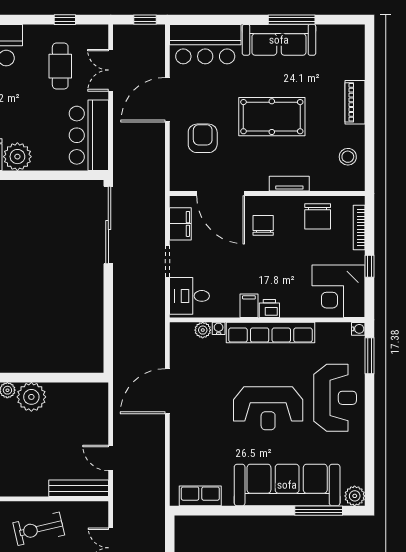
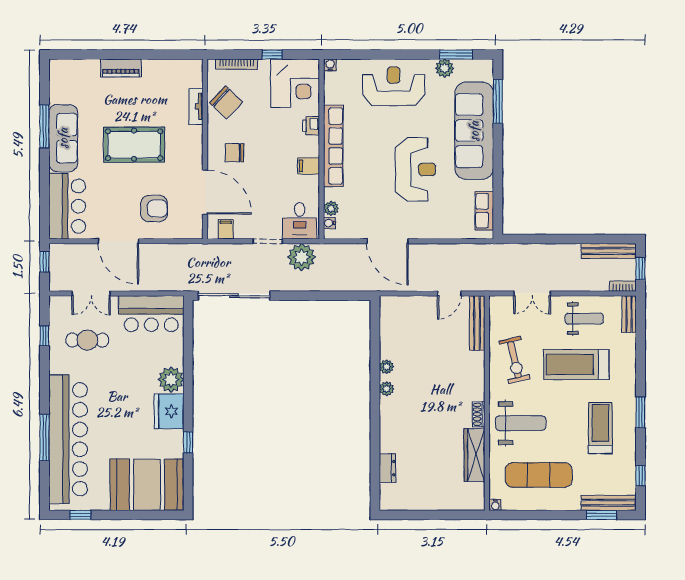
pool table: (272, 117) -> (134, 145), turned 90
armchair: (203, 138) -> (154, 209), turned 180
stool: (348, 157) -> (171, 75), removed
tv unit: (289, 184) -> (196, 106), moved
door: (221, 193) -> (205, 192), hinge flipped
chair: (318, 216) -> (226, 102), turned 43
filing cabinet: (180, 224) -> (226, 229), width x0.50
plant: (150, 298) -> (302, 257), added
printer: (269, 308) -> (311, 126), moved
water cooler: (219, 328) -> (329, 223), moved
window: (369, 356) -> (456, 55), moved
plant: (31, 397) -> (387, 367), width x0.53, depth x0.53
reception desk: (268, 408) -> (415, 169), moved
plant: (355, 496) -> (444, 68), moved

